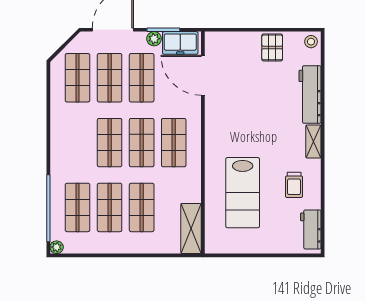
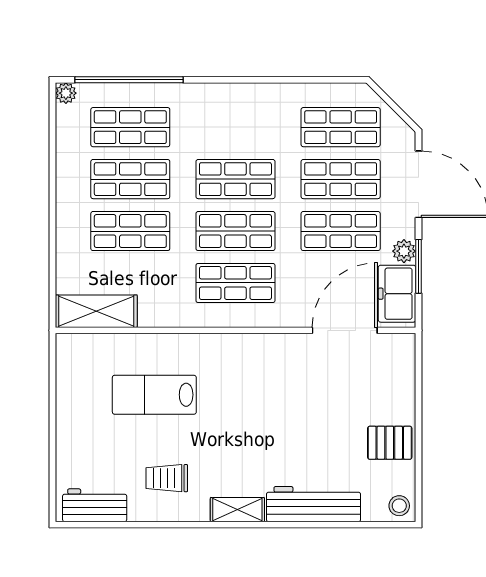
lab bench: (243, 193) -> (154, 395), width x0.73, depth x0.72

